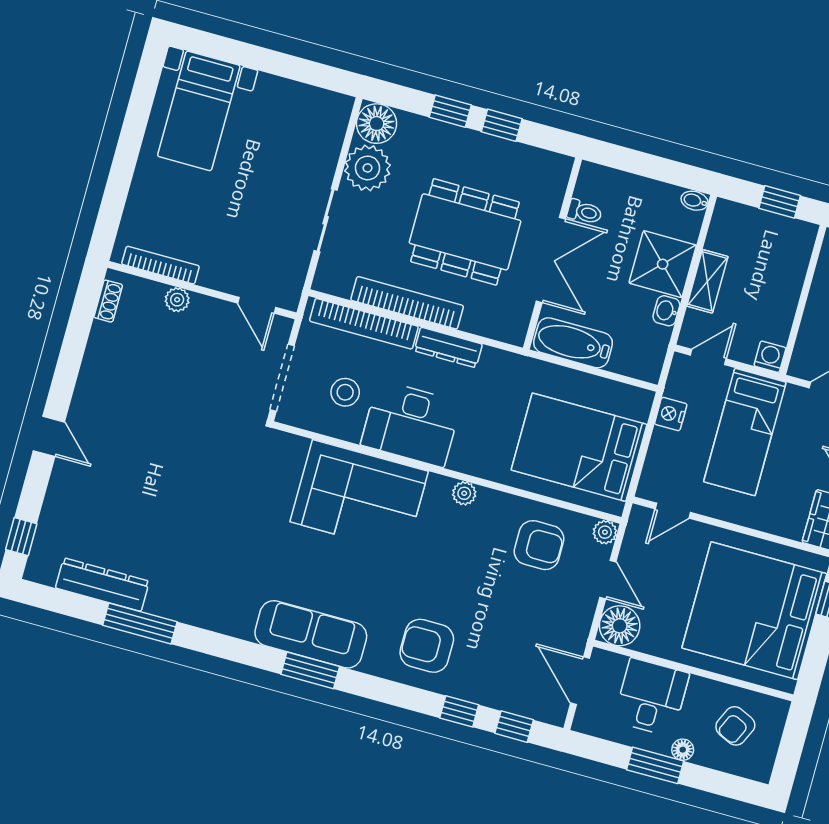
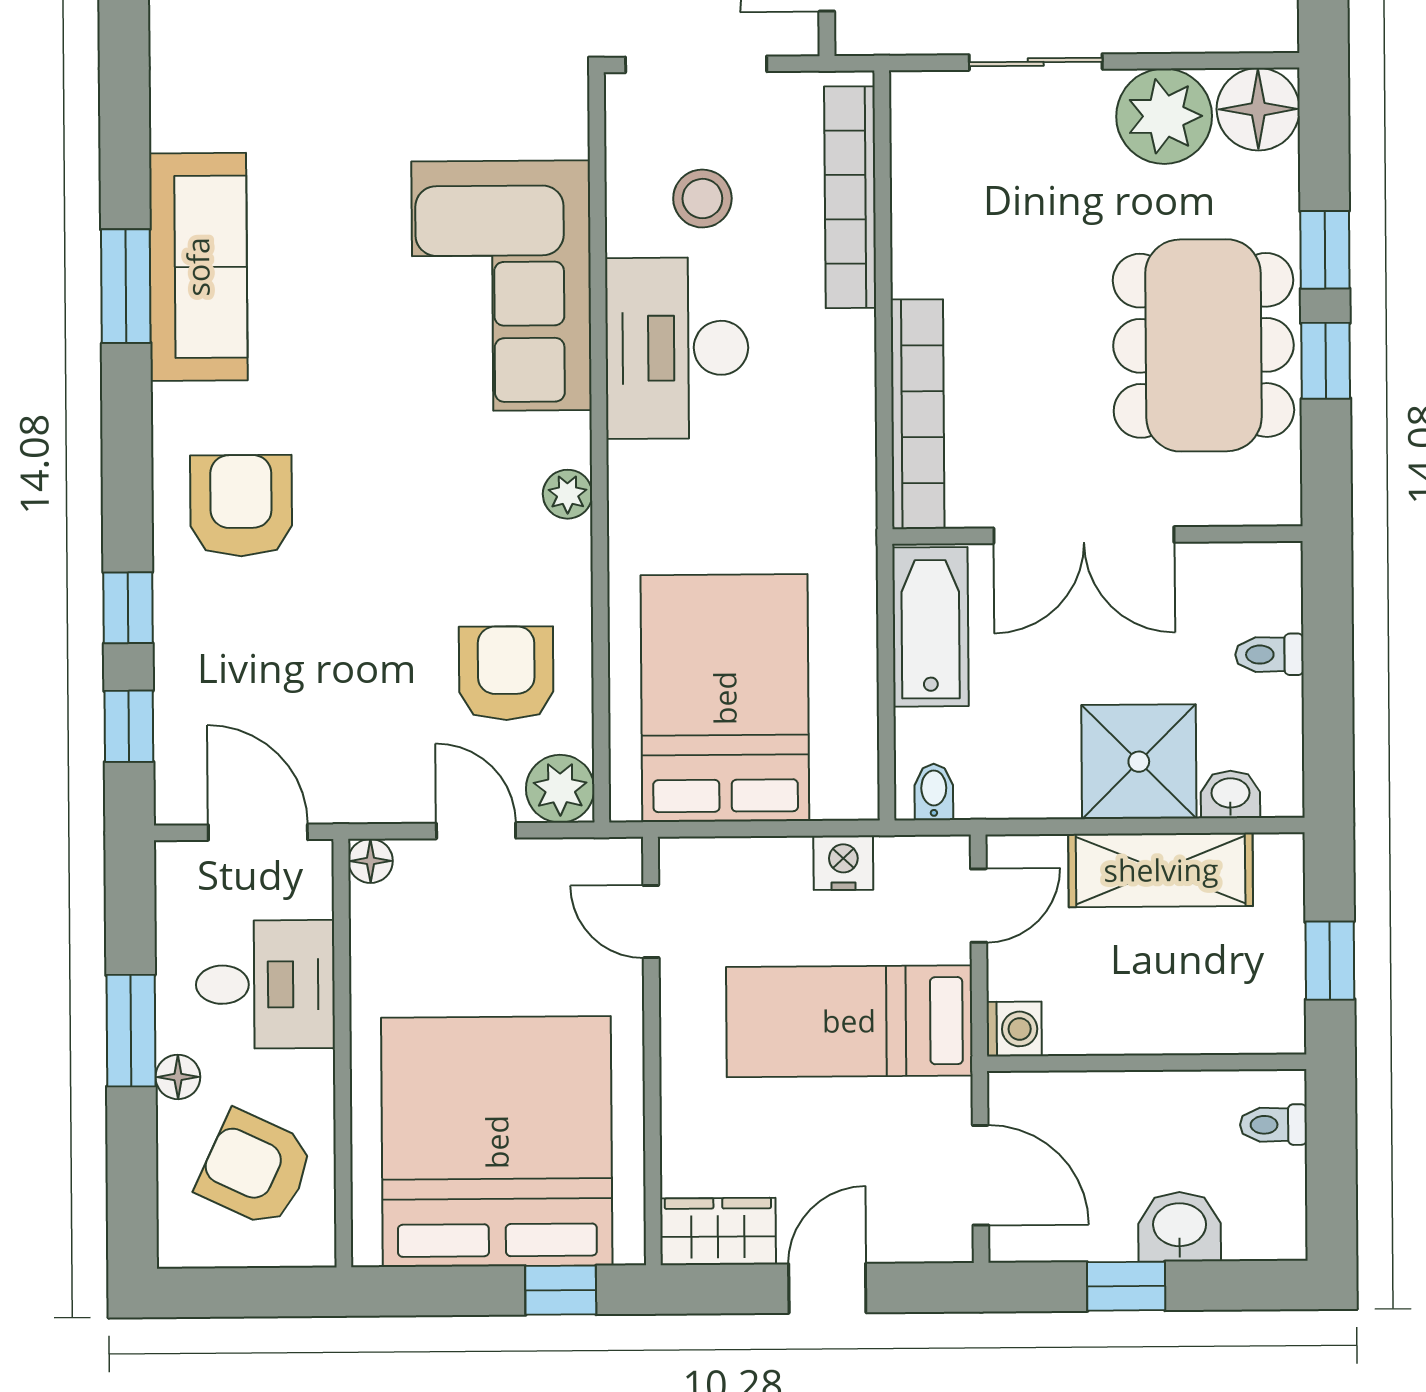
bidet: (694, 201) -> (934, 792), moved
toilet: (584, 212) -> (1269, 654), moved, turned 90
dining table: (465, 232) -> (1203, 345), moved
shelving: (707, 281) -> (1161, 870), width x1.50, depth x1.33
bookcase: (407, 303) -> (918, 414), moved
washbasin: (666, 311) -> (1230, 794), moved
dresser: (448, 347) -> (851, 380), removed
door: (708, 357) -> (979, 906), hinge flipped
plant: (605, 532) -> (560, 789), width x1.38, depth x1.38
armchair: (539, 545) -> (506, 673), turned 180
door: (608, 580) -> (476, 831), swing flipped
floor lamp: (620, 626) -> (370, 861), width x0.53, depth x0.53
door: (580, 681) -> (258, 832), hinge flipped
armchair: (735, 726) -> (255, 1169), width x1.38, depth x1.38

